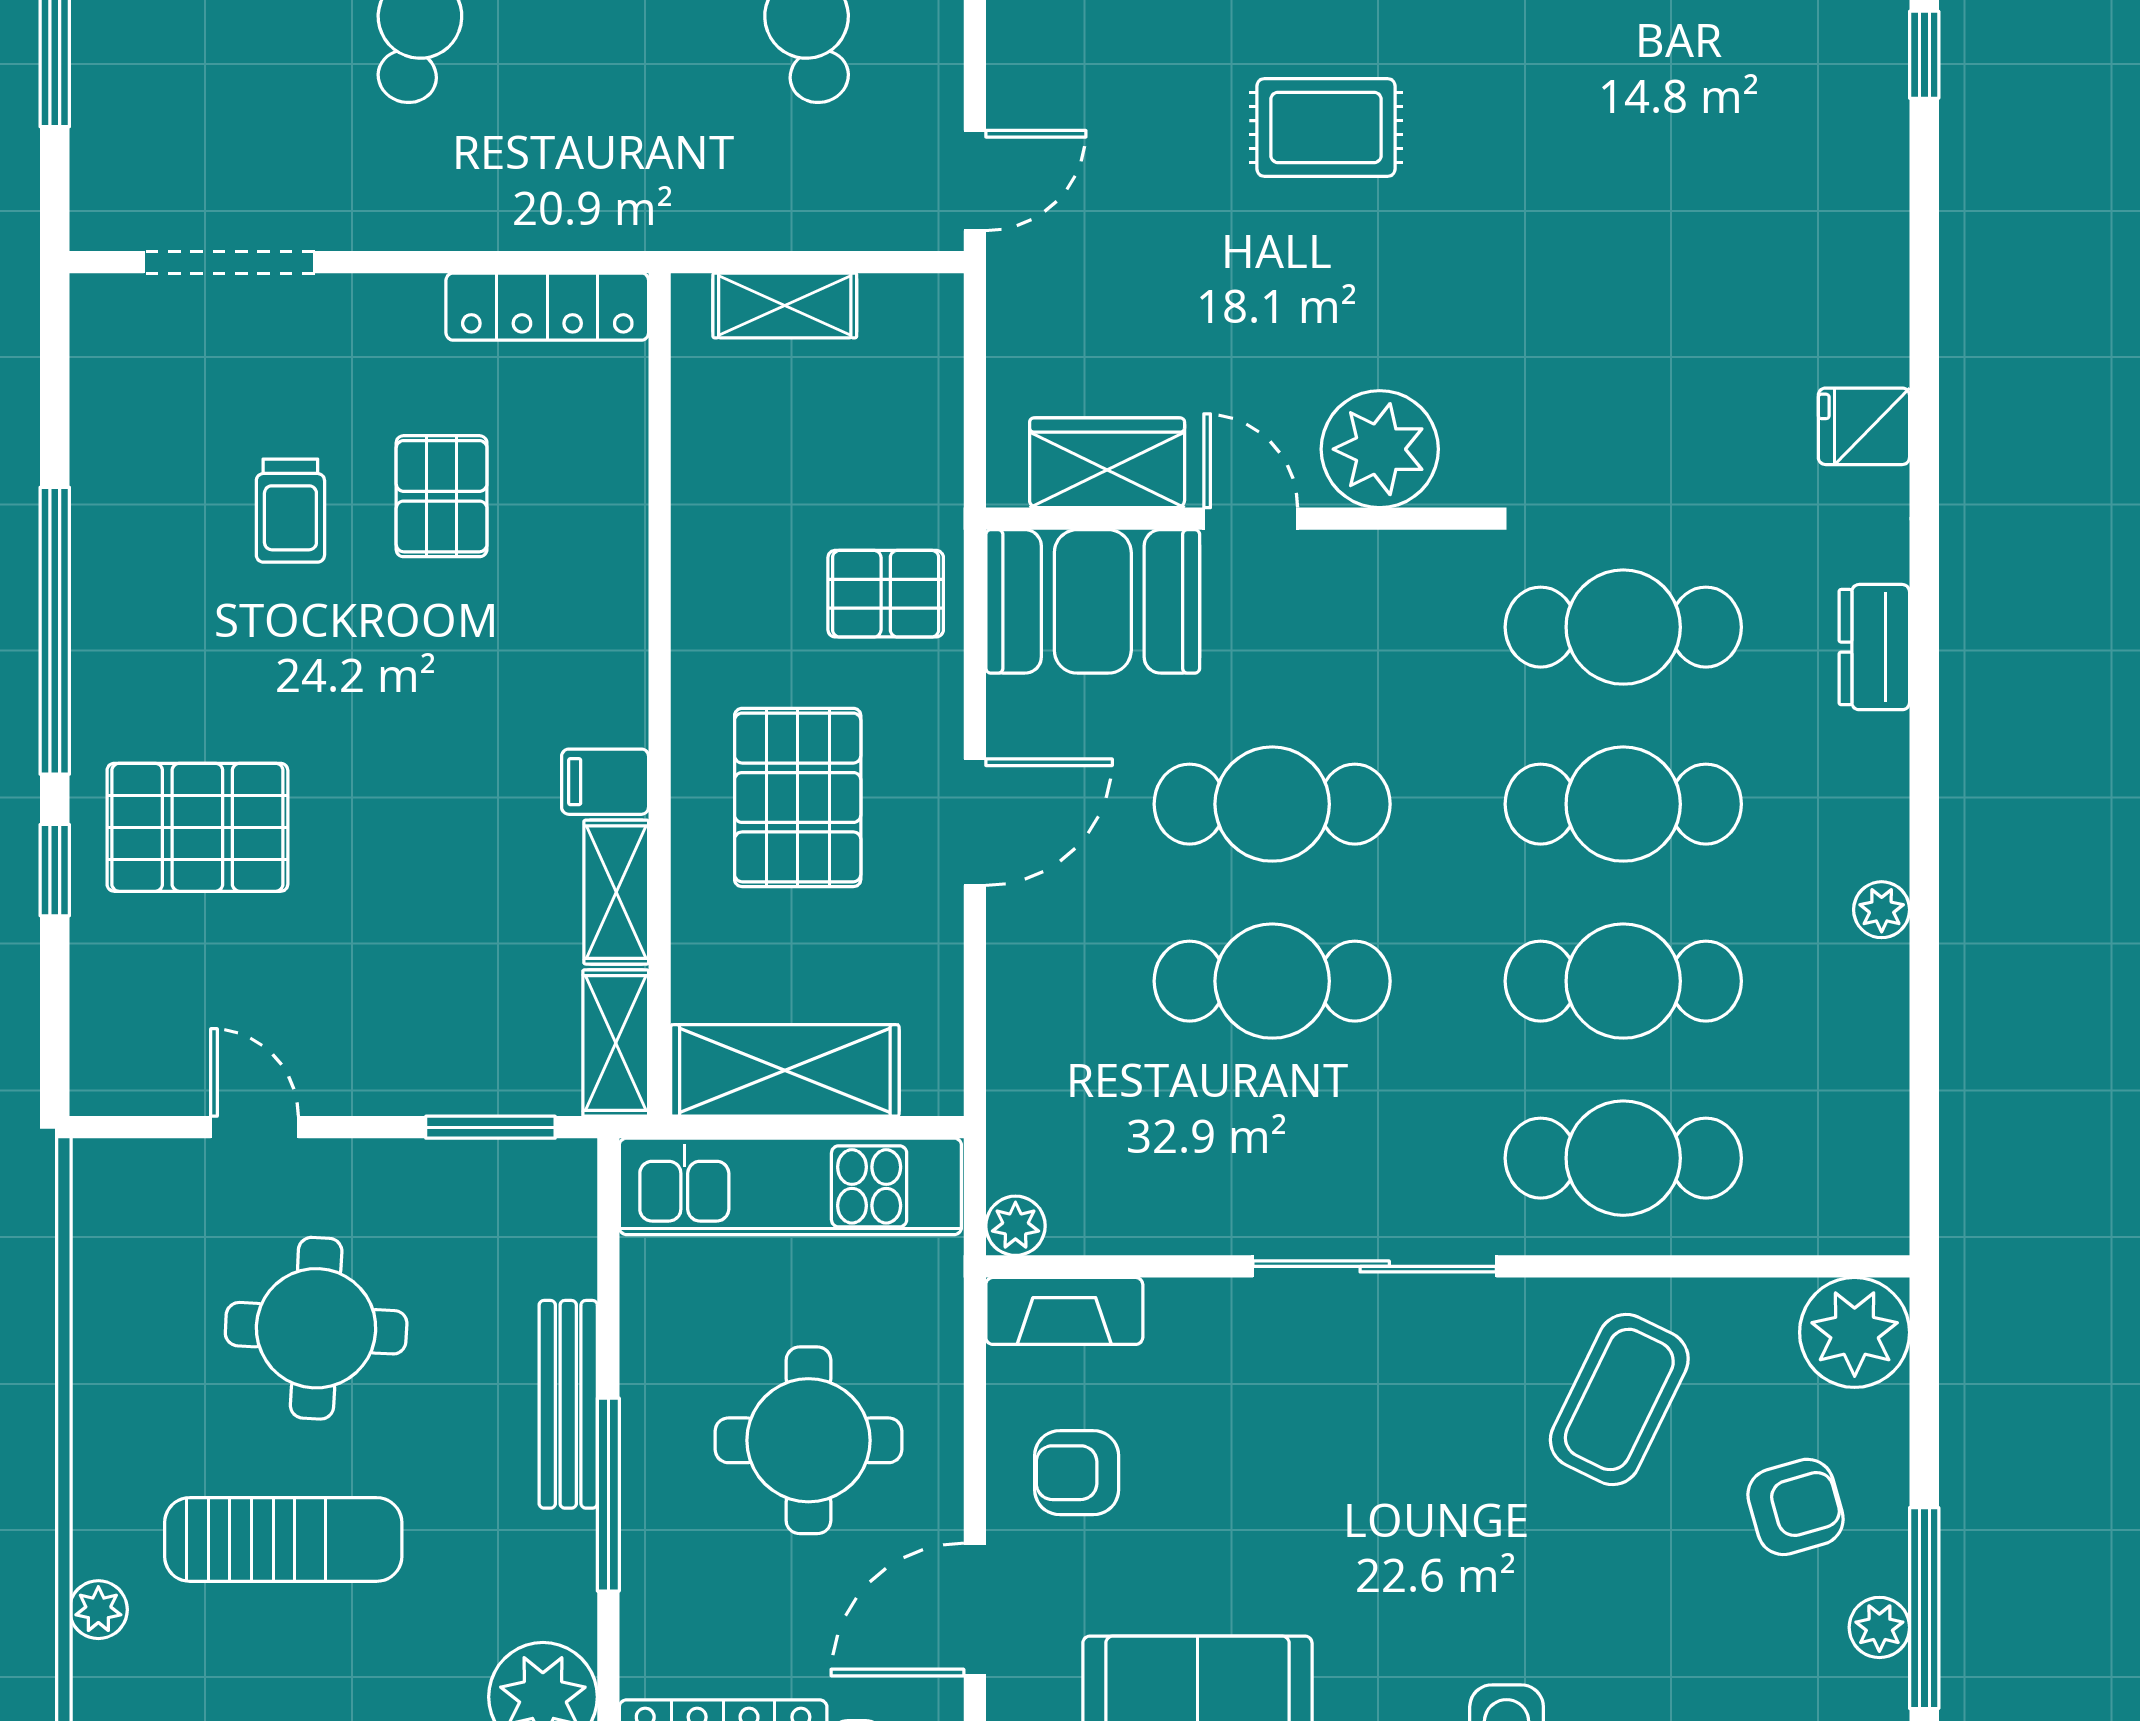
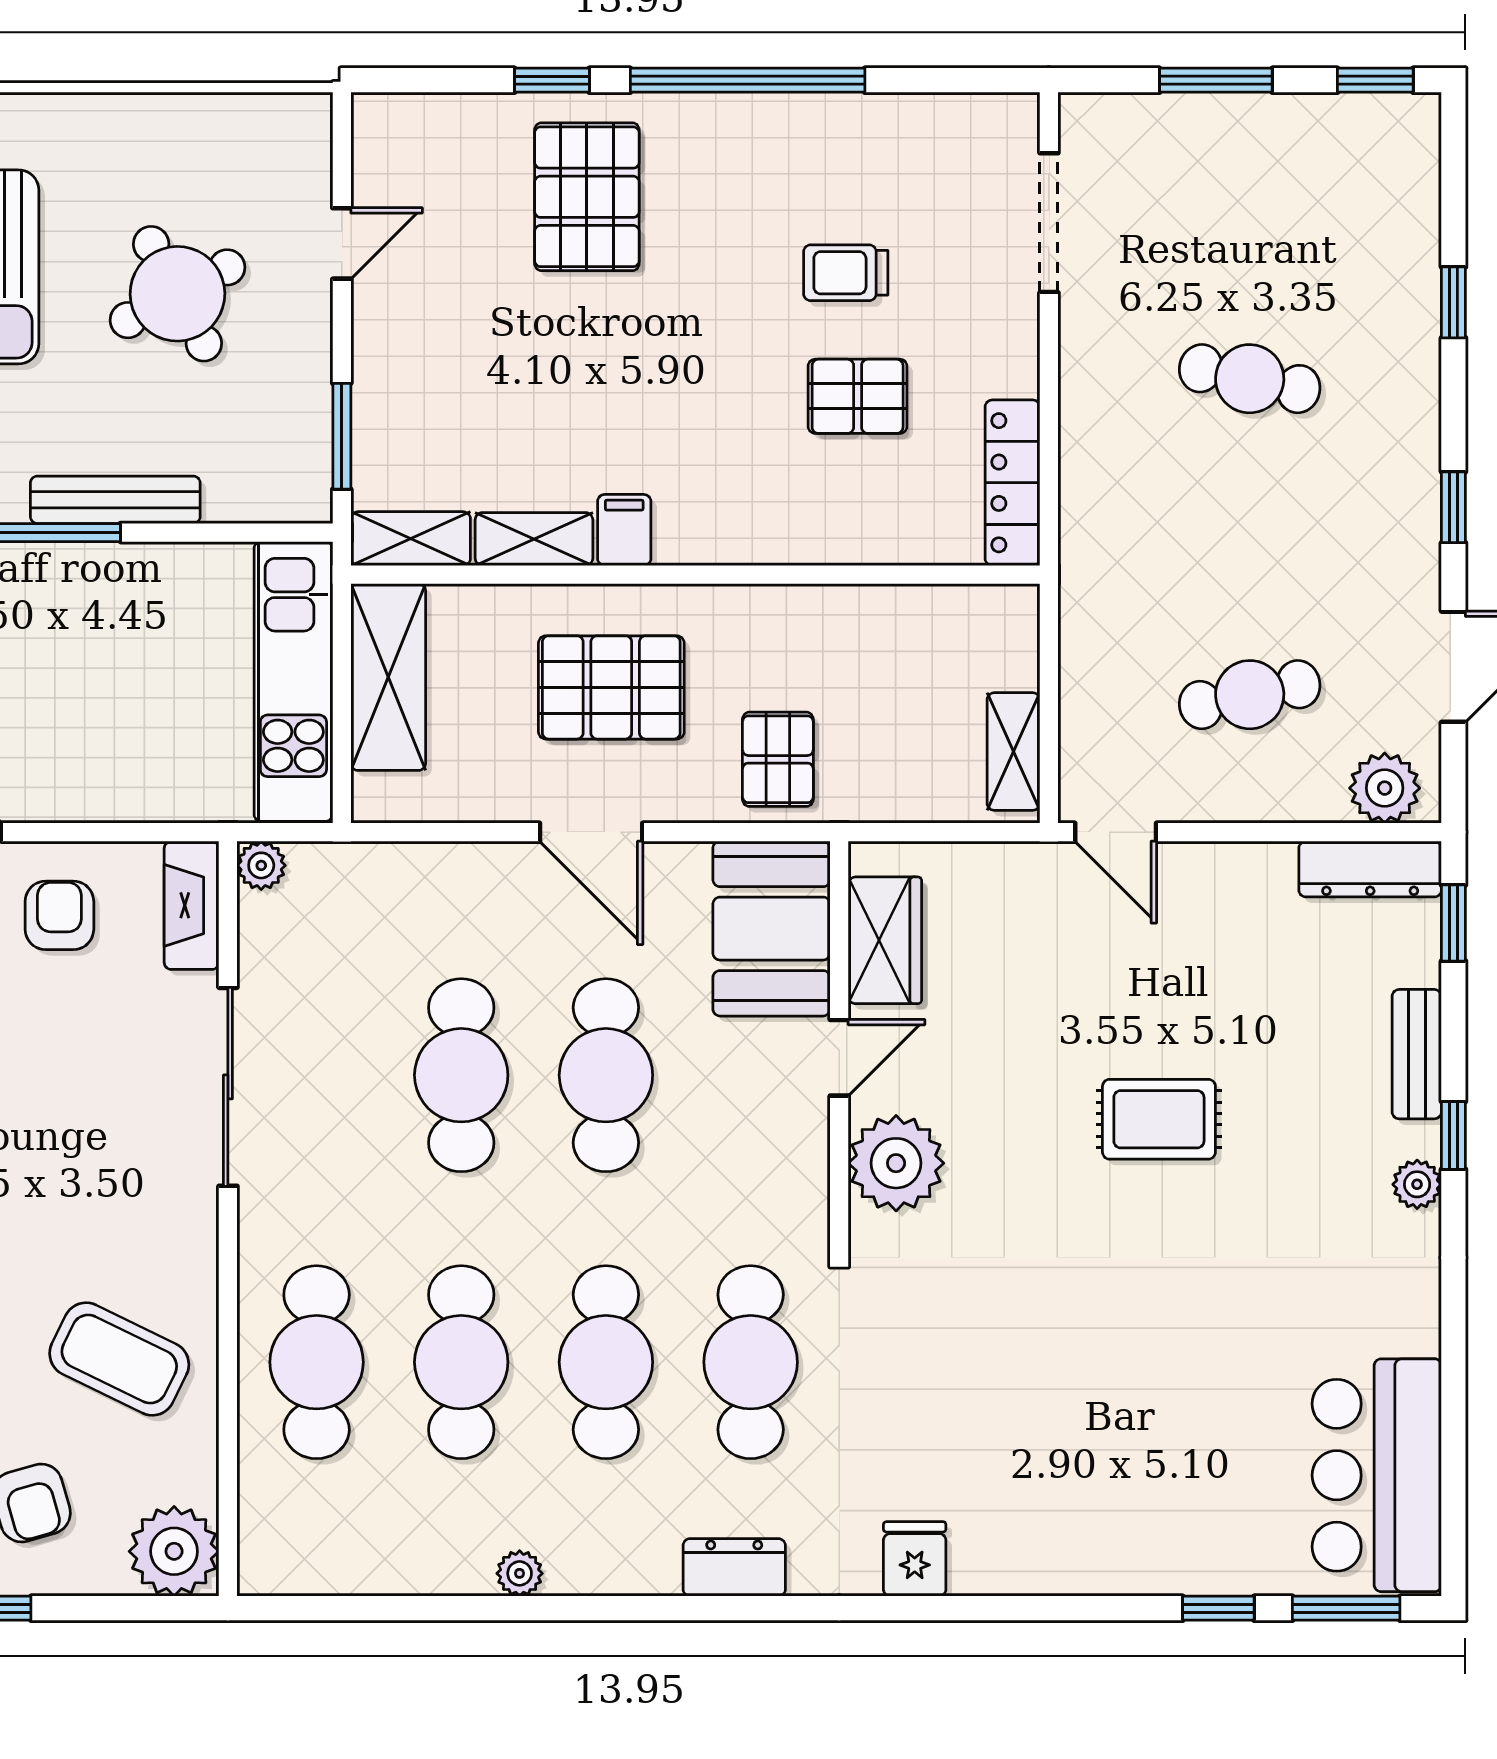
rug: (1326, 127) -> (1159, 1119), turned 90
shelving: (785, 305) -> (1013, 752), moved
sliding door: (1375, 1266) -> (228, 1087), moved
round table: (316, 1328) -> (177, 294), turned -31
round table: (808, 1440) -> (86, 696), removed

